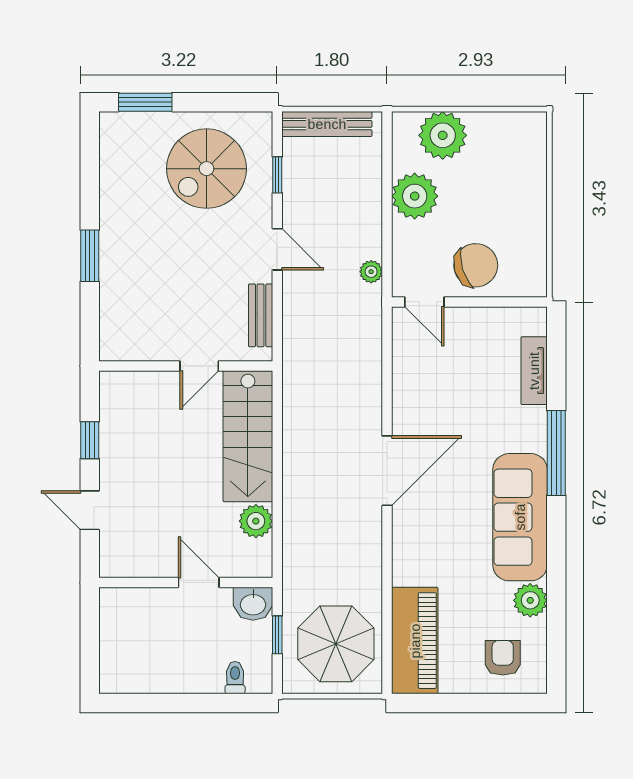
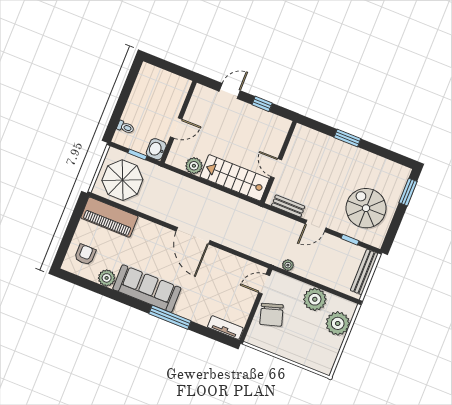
tv unit: (534, 371) -> (225, 328), moved
armchair: (503, 658) -> (85, 255), turned -90

